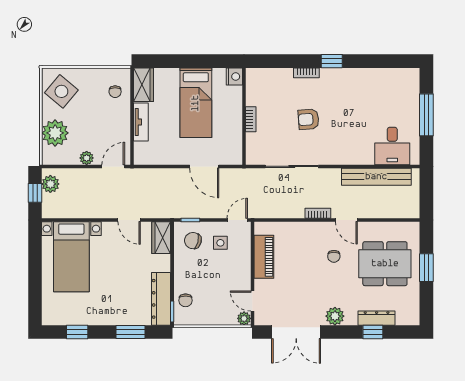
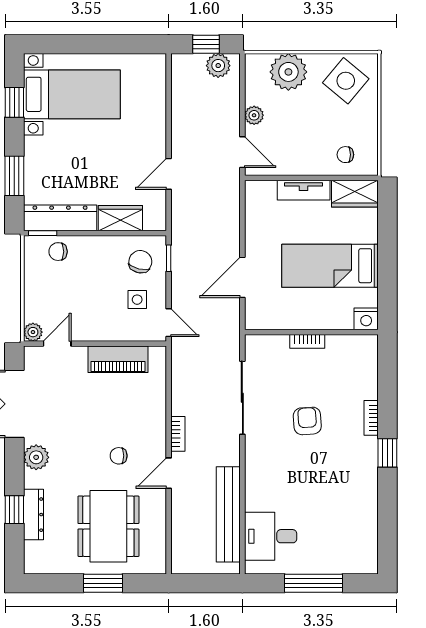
wardrobe: (161, 238) -> (120, 218), moved
bed with nightstands: (71, 257) -> (72, 94), moved, turned 180

